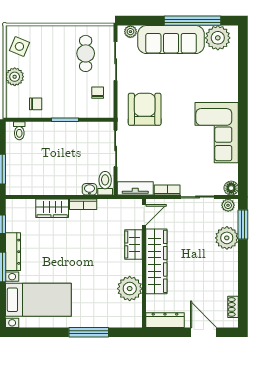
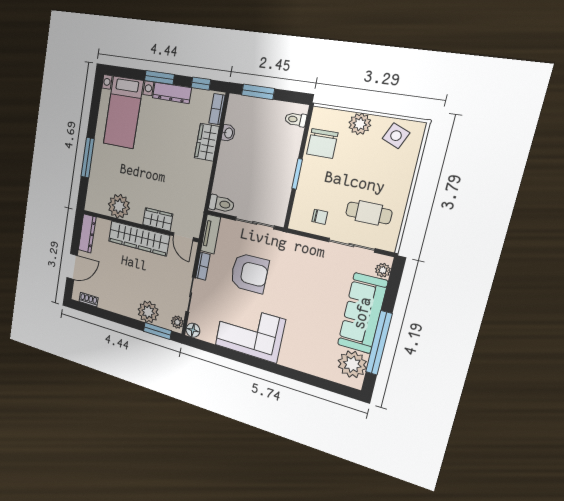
chair: (36, 104) -> (322, 144), width x1.87, depth x1.87
armchair: (145, 109) -> (249, 273), moved
washbasin: (89, 189) -> (228, 133), moved
bookcase: (83, 204) -> (217, 109), moved

